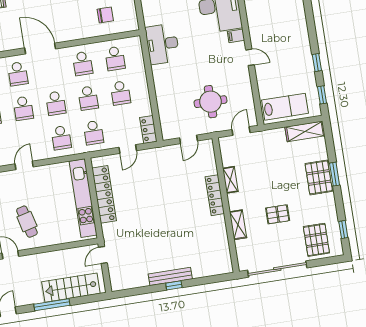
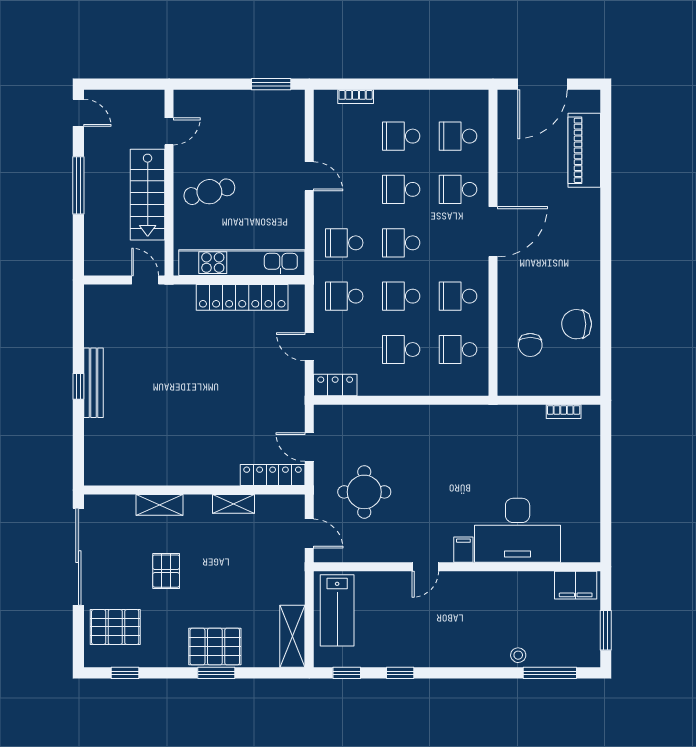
desk: (162, 44) -> (469, 429), removed
locker: (215, 195) -> (273, 475), moved
cafe table: (27, 222) -> (209, 192), moved
stairs: (71, 288) -> (148, 195), moved, turned 180

